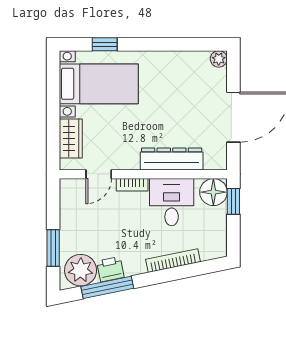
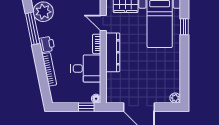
dresser: (172, 159) -> (113, 52), moved
floor lamp: (213, 192) -> (96, 99), width x0.53, depth x0.53
printer: (110, 269) -> (47, 44), moved

